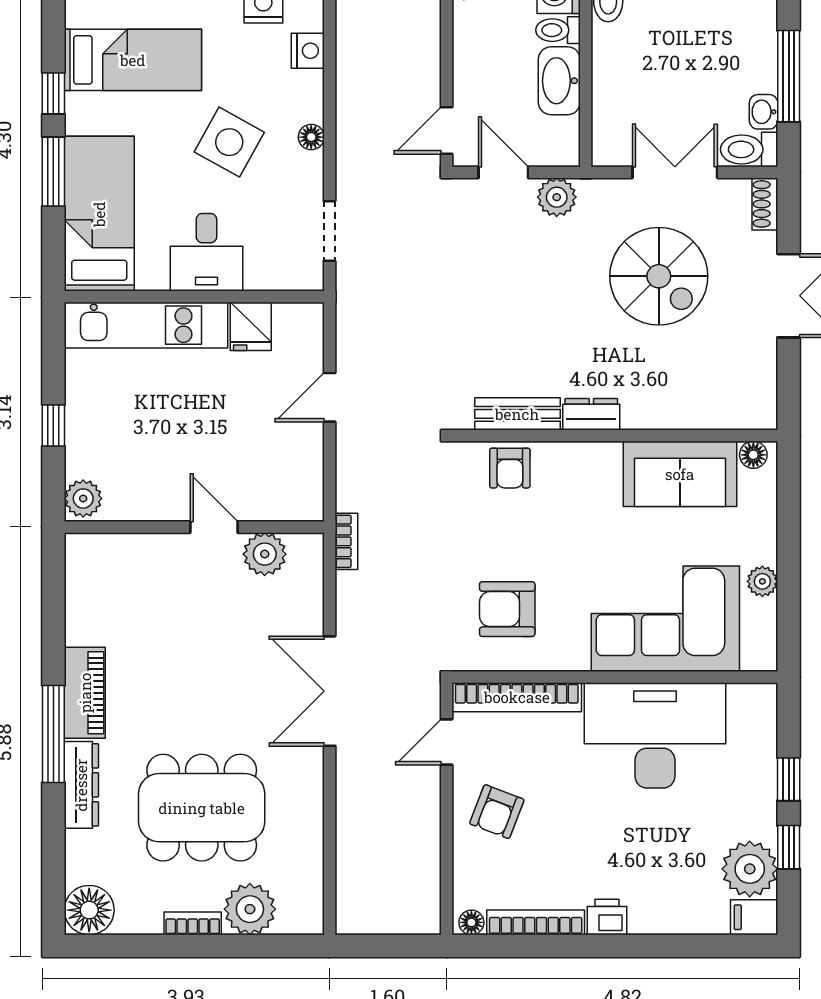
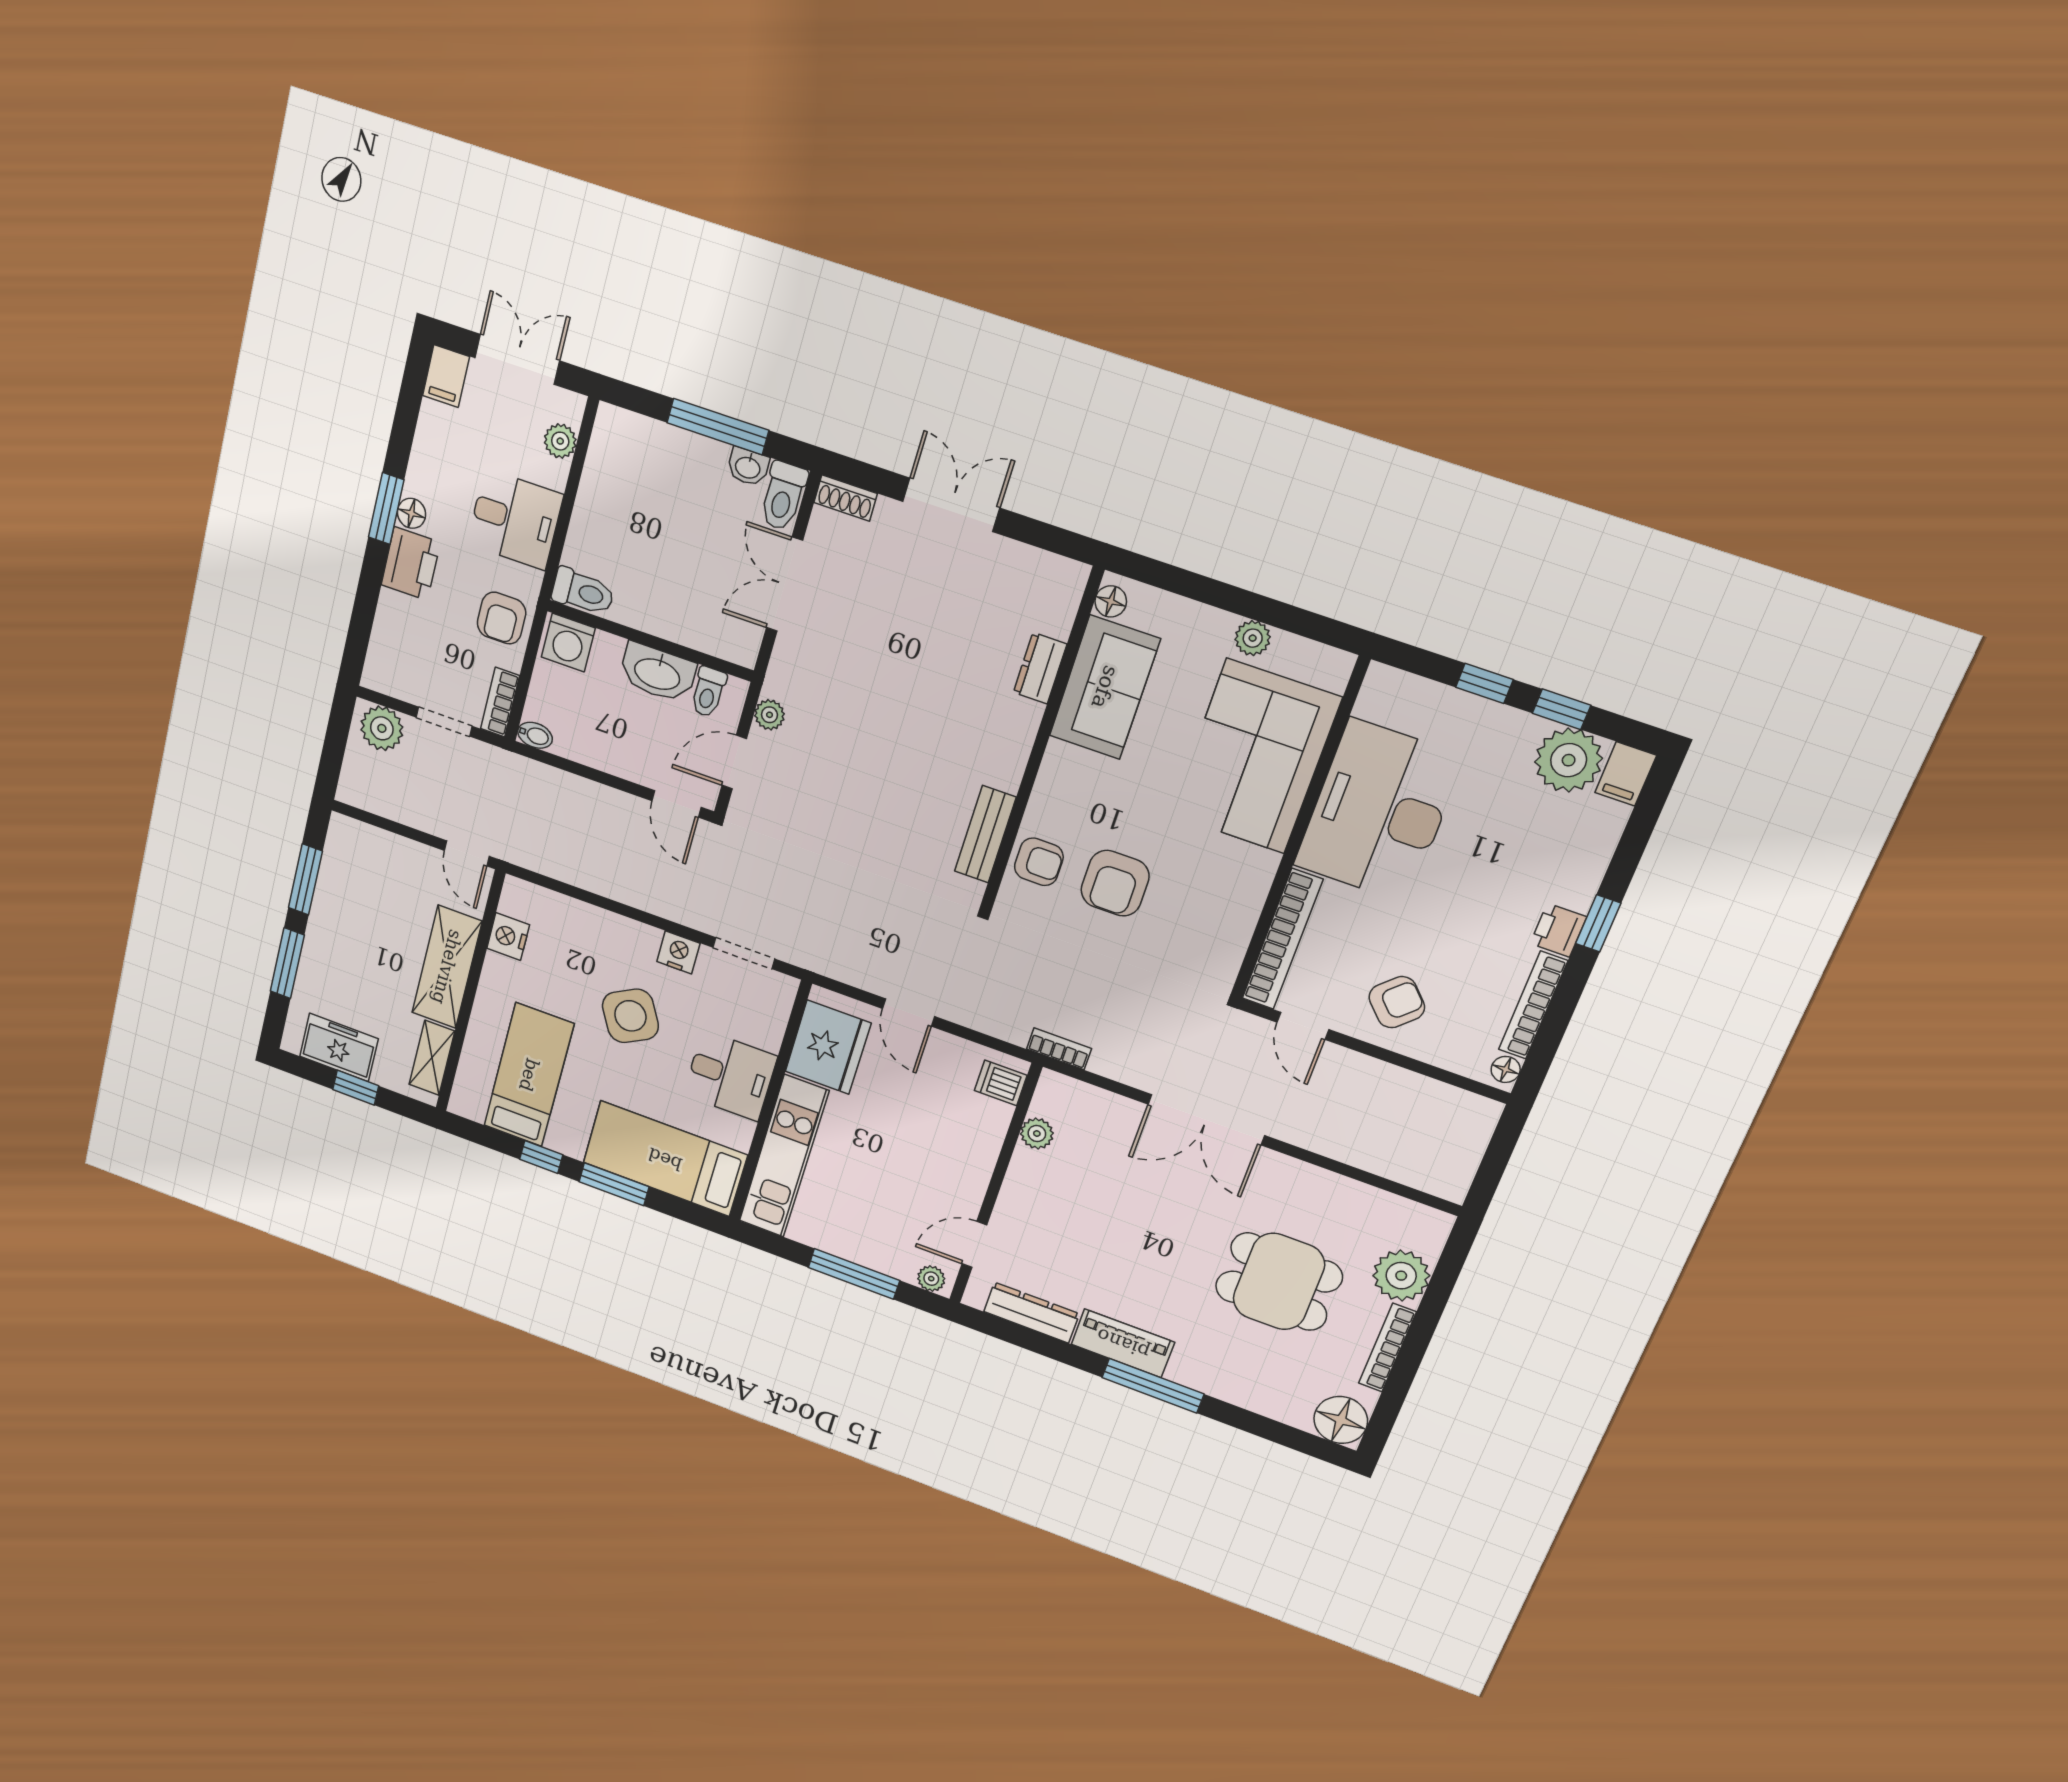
toilet: (558, 30) -> (708, 692), moved
nightstand: (308, 51) -> (678, 952), moved
floor lamp: (311, 137) -> (647, 937), removed
side table: (229, 142) -> (630, 1016), turned 32
plant: (557, 197) -> (770, 715), width x0.73, depth x0.73
spiral stairs: (659, 276) -> (888, 638), removed
fridge: (251, 326) -> (828, 1047), width x1.88, depth x1.34
dresser: (591, 414) -> (1040, 668), moved
window: (53, 426) -> (854, 1274), width x2.17
plant: (83, 499) -> (931, 1279), width x0.73, depth x0.73
dishwasher: (295, 500) -> (1001, 1083), added
door: (214, 527) -> (974, 1244), moved
plant: (265, 554) -> (1037, 1134), width x0.73, depth x0.73
armchair: (507, 609) -> (1115, 883), moved
dresser: (81, 785) -> (1031, 1313), moved
dining table: (202, 808) -> (1279, 1282), width x0.73
armchair: (497, 812) -> (1397, 1002), turned -65
bookcase: (193, 923) -> (1387, 1348), width x1.56
window: (624, 946) -> (1598, 923), added

